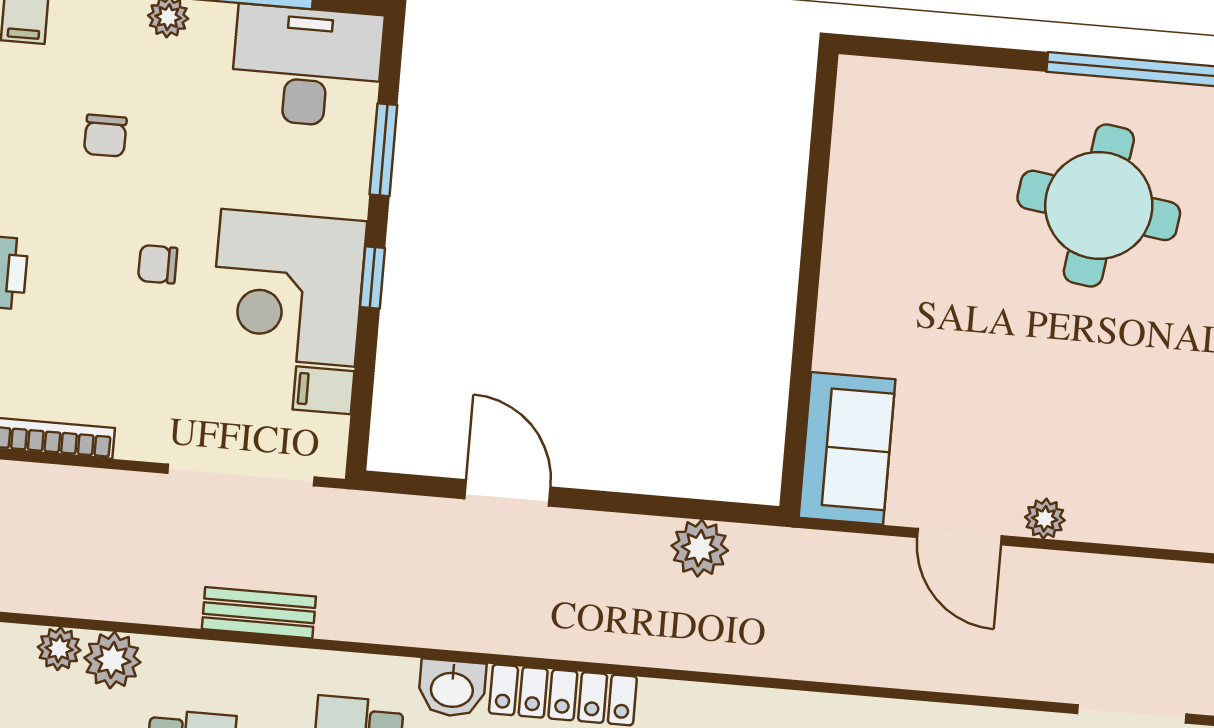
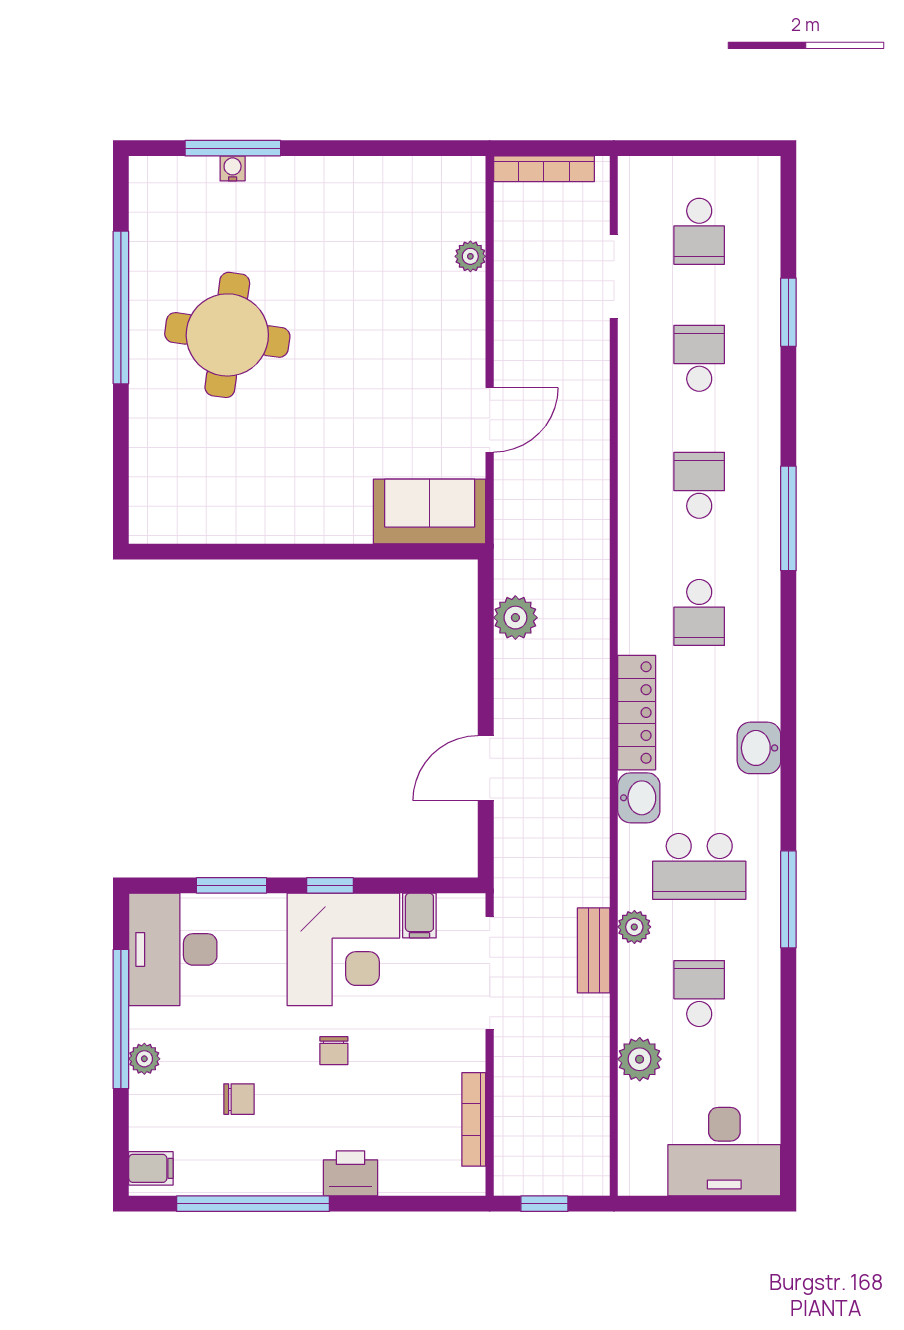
plant: (1045, 519) -> (470, 256), moved
plant: (59, 649) -> (634, 927), moved

